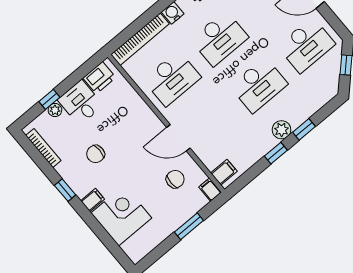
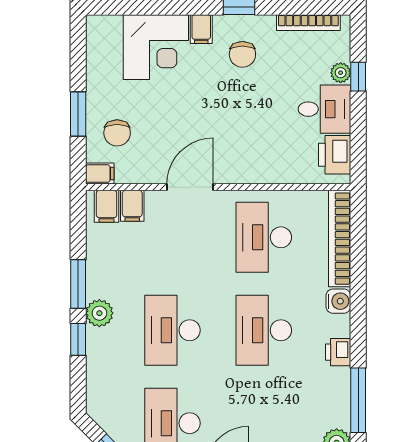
window: (276, 153) -> (78, 284), width x1.50
chair: (96, 154) -> (242, 54), moved, turned 180
filing cabinet: (213, 159) -> (132, 206), added
chair: (175, 179) -> (117, 133), moved

